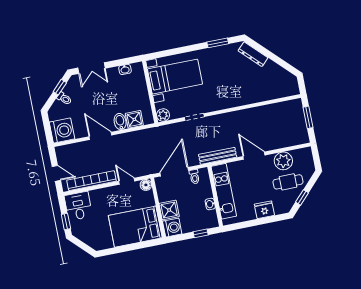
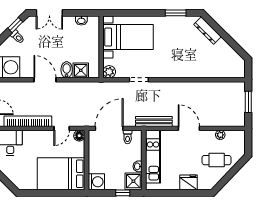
plant: (283, 161) -> (220, 135), width x0.53, depth x0.53
door: (127, 181) -> (62, 128), swing flipped
window: (302, 197) -> (227, 178), removed
shower: (169, 210) -> (133, 181), moved

